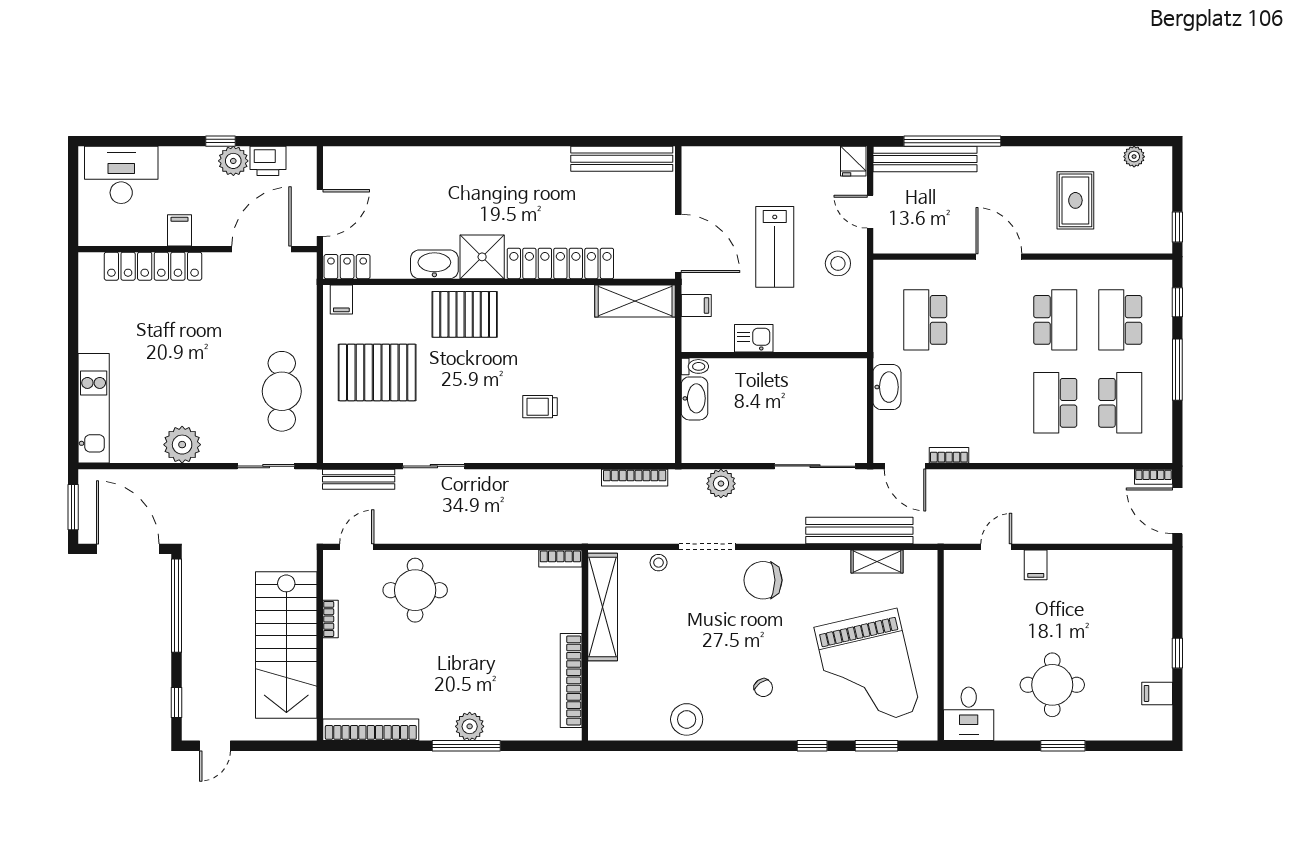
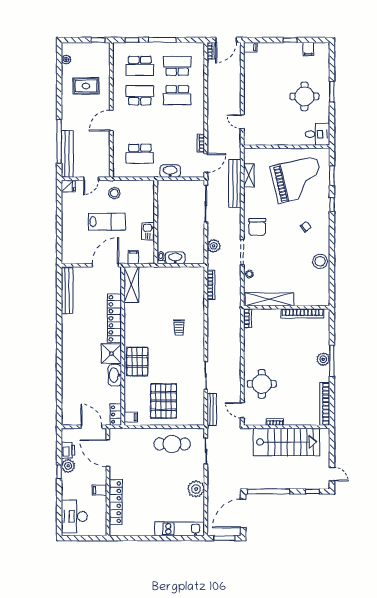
filing cabinet: (1036, 565) -> (250, 47), moved

